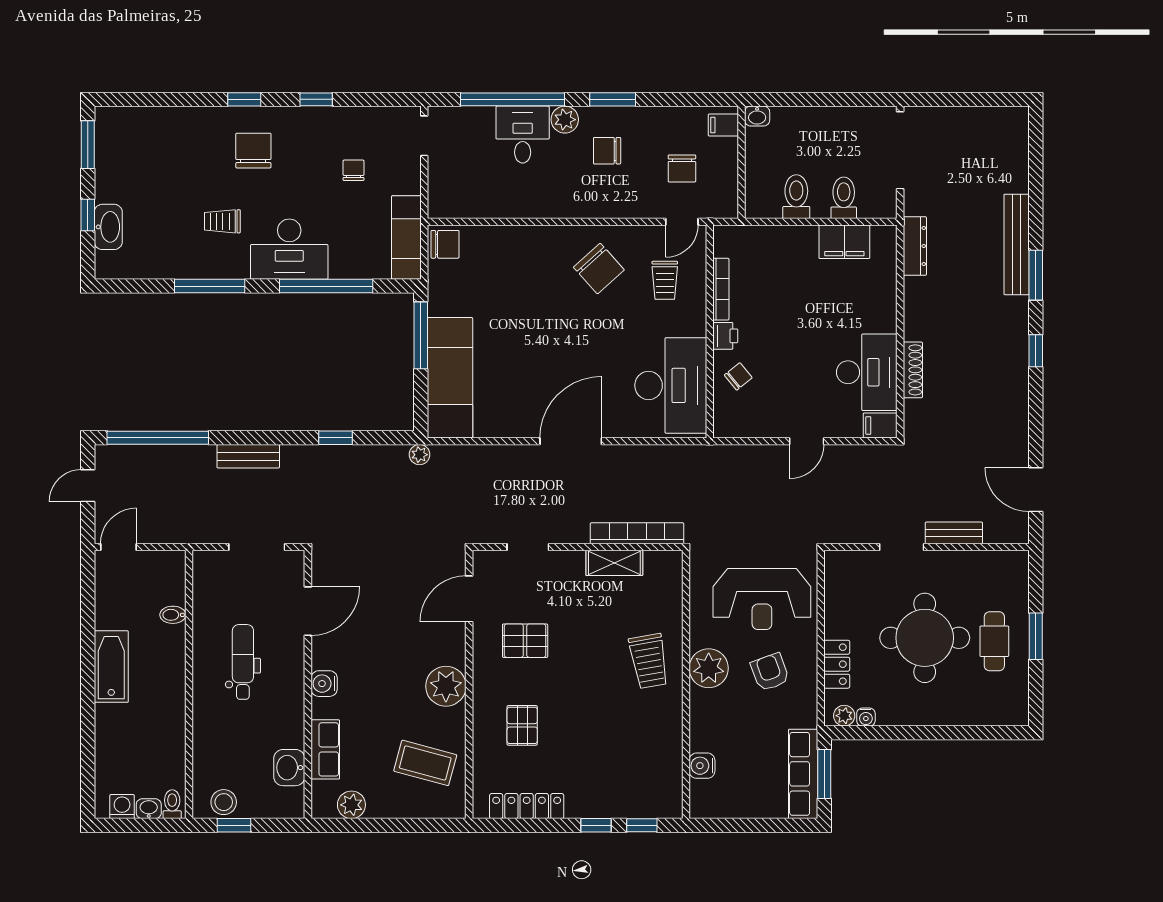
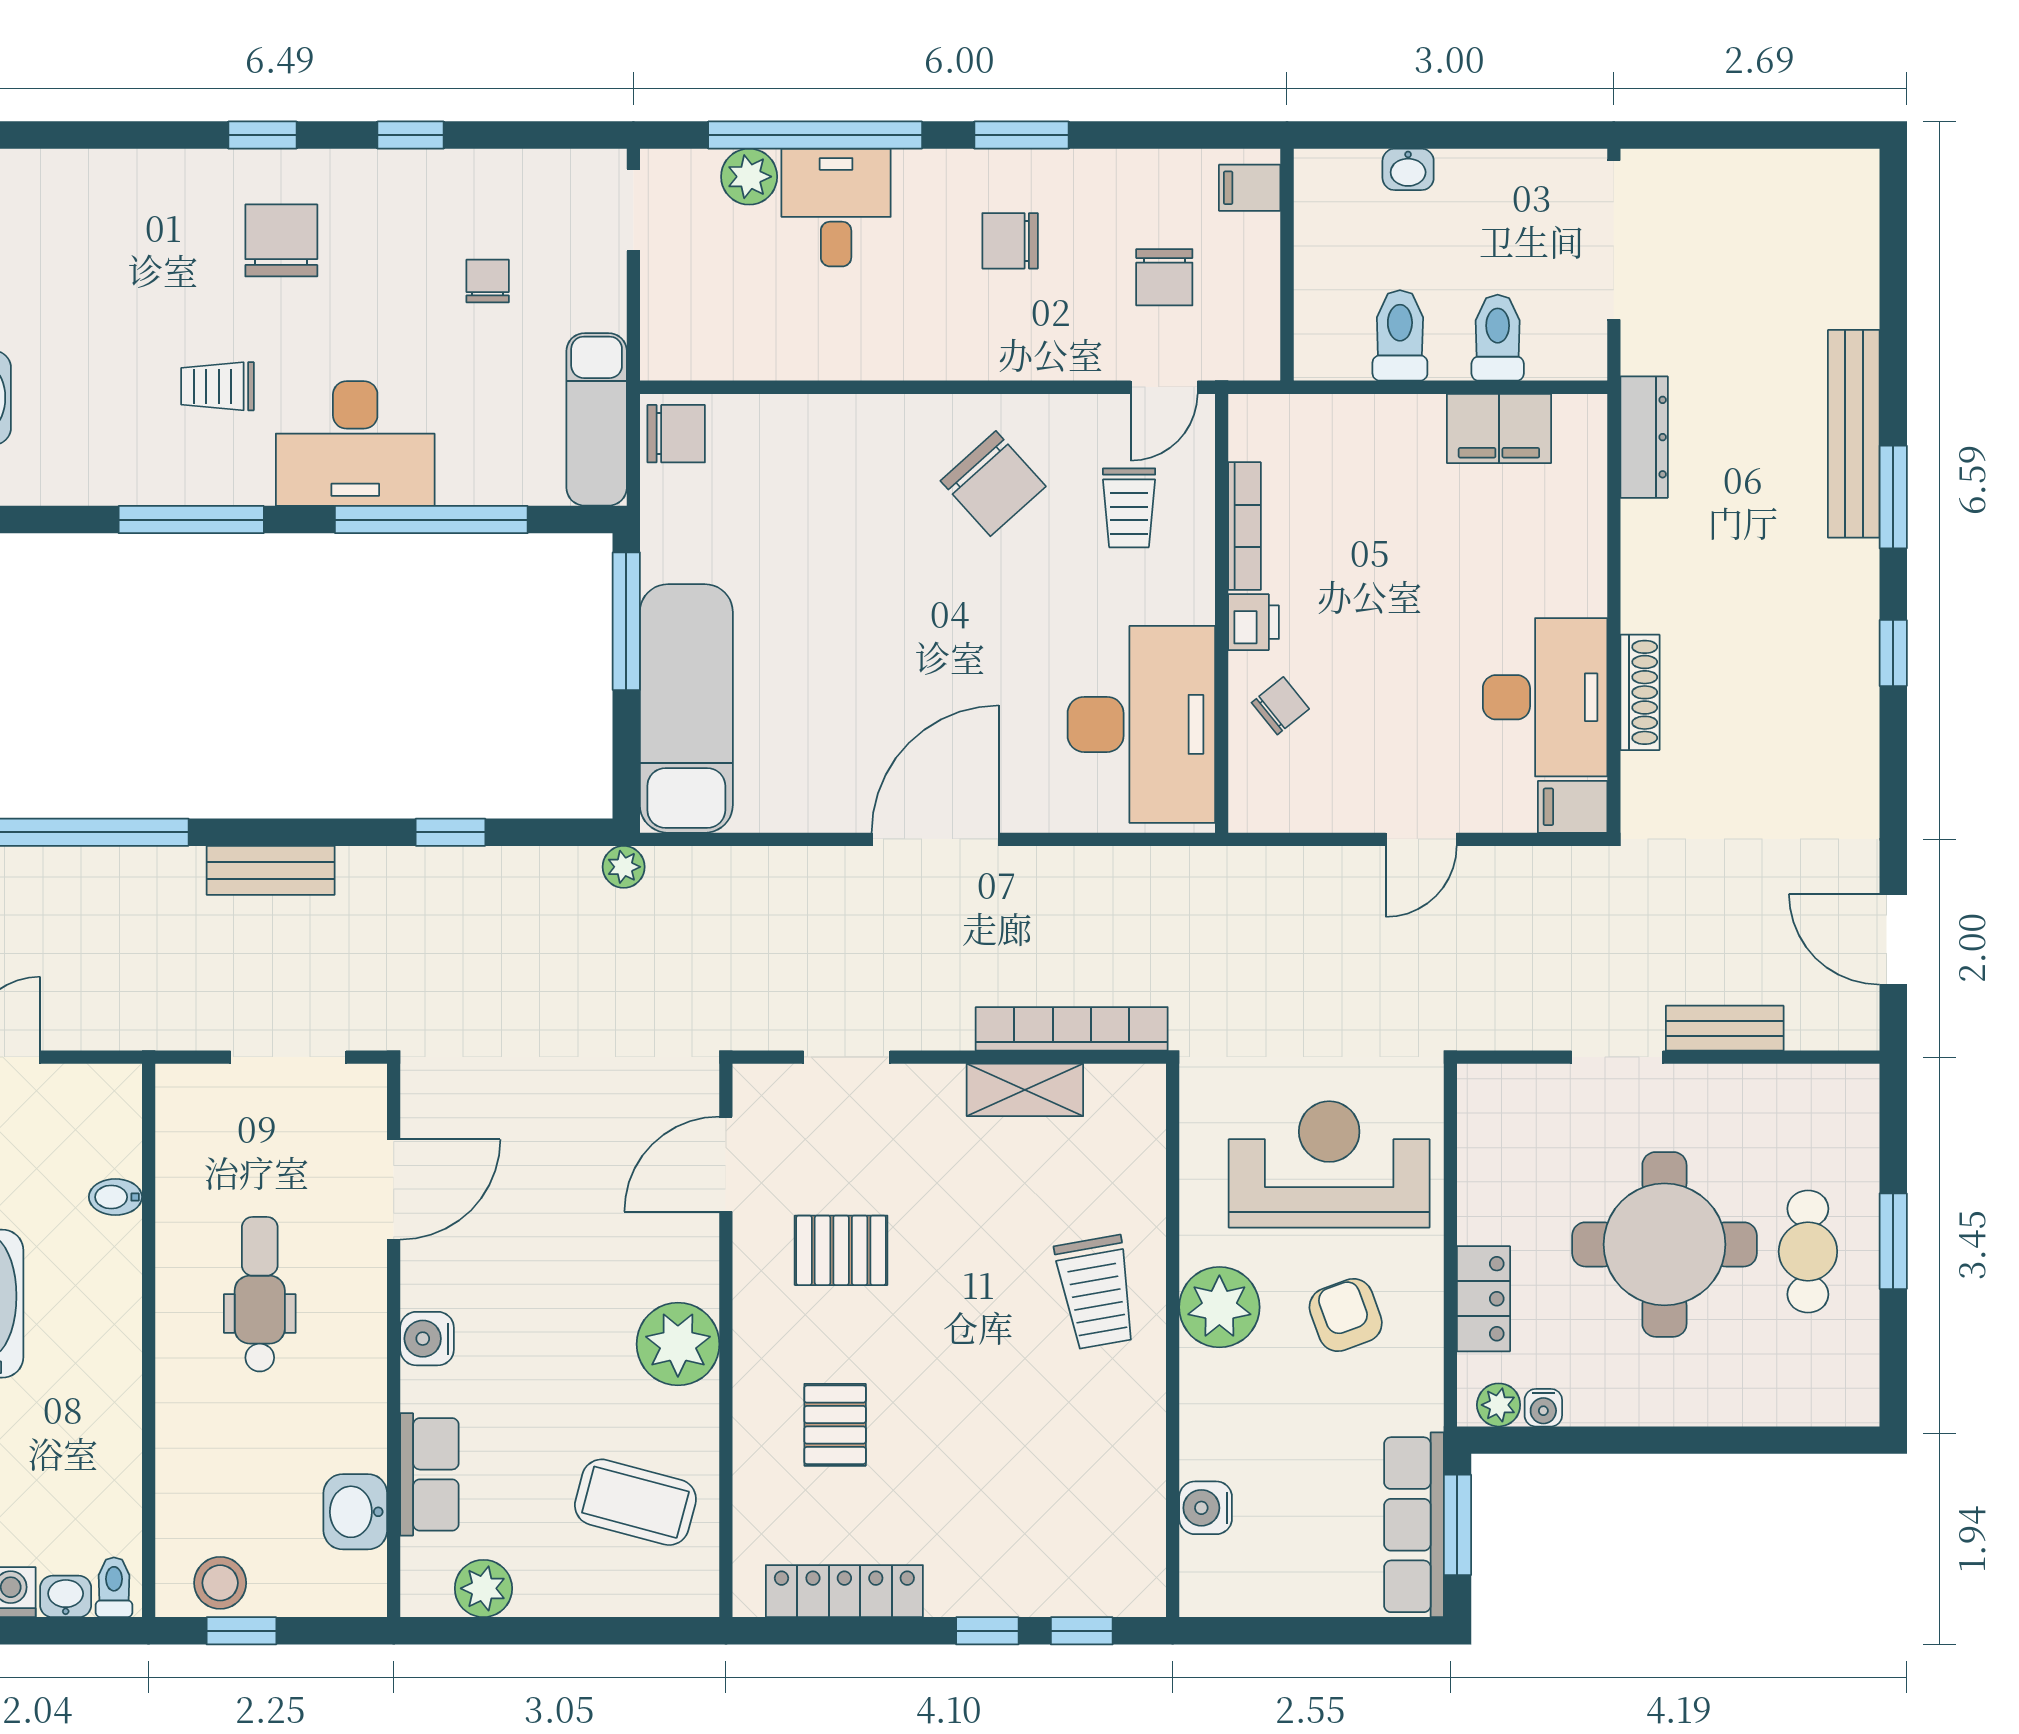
washbasin: (757, 116) -> (1408, 169), moved
plant: (565, 120) -> (749, 177), moved
reception desk: (762, 599) -> (1329, 1164), turned 180

